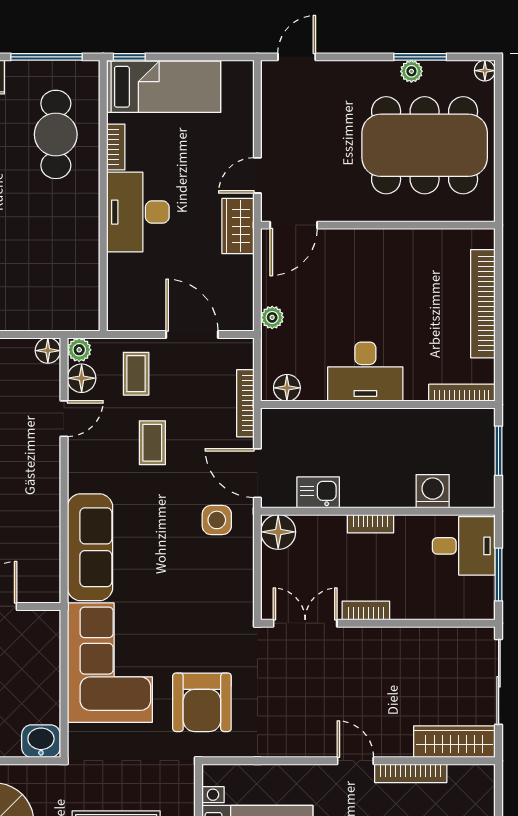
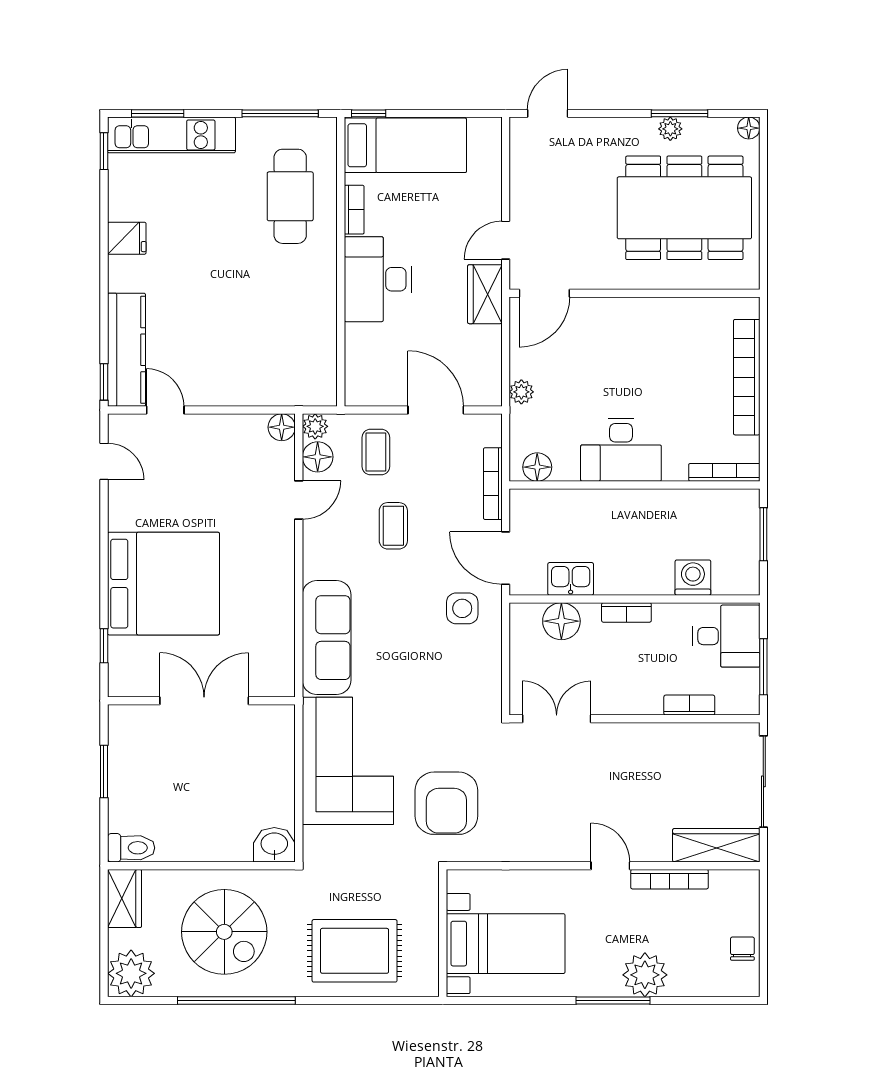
floor lamp: (278, 532) -> (561, 621), moved
bookcase: (366, 610) -> (689, 705), moved

